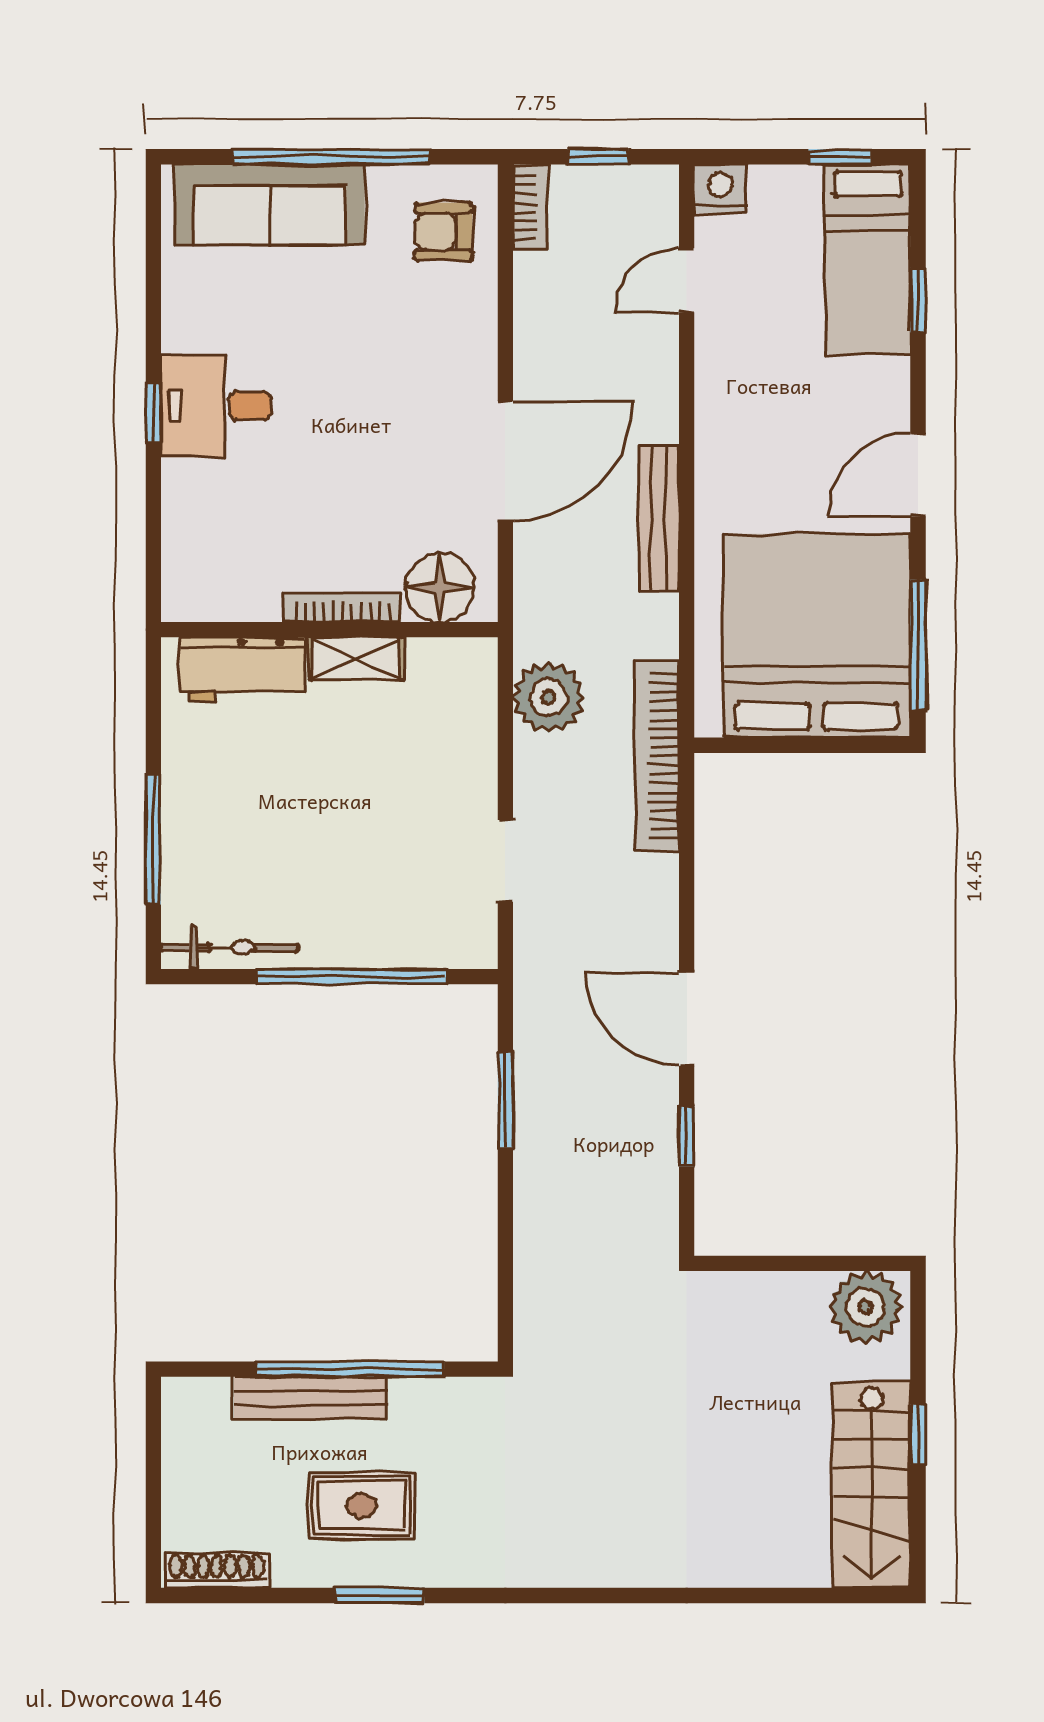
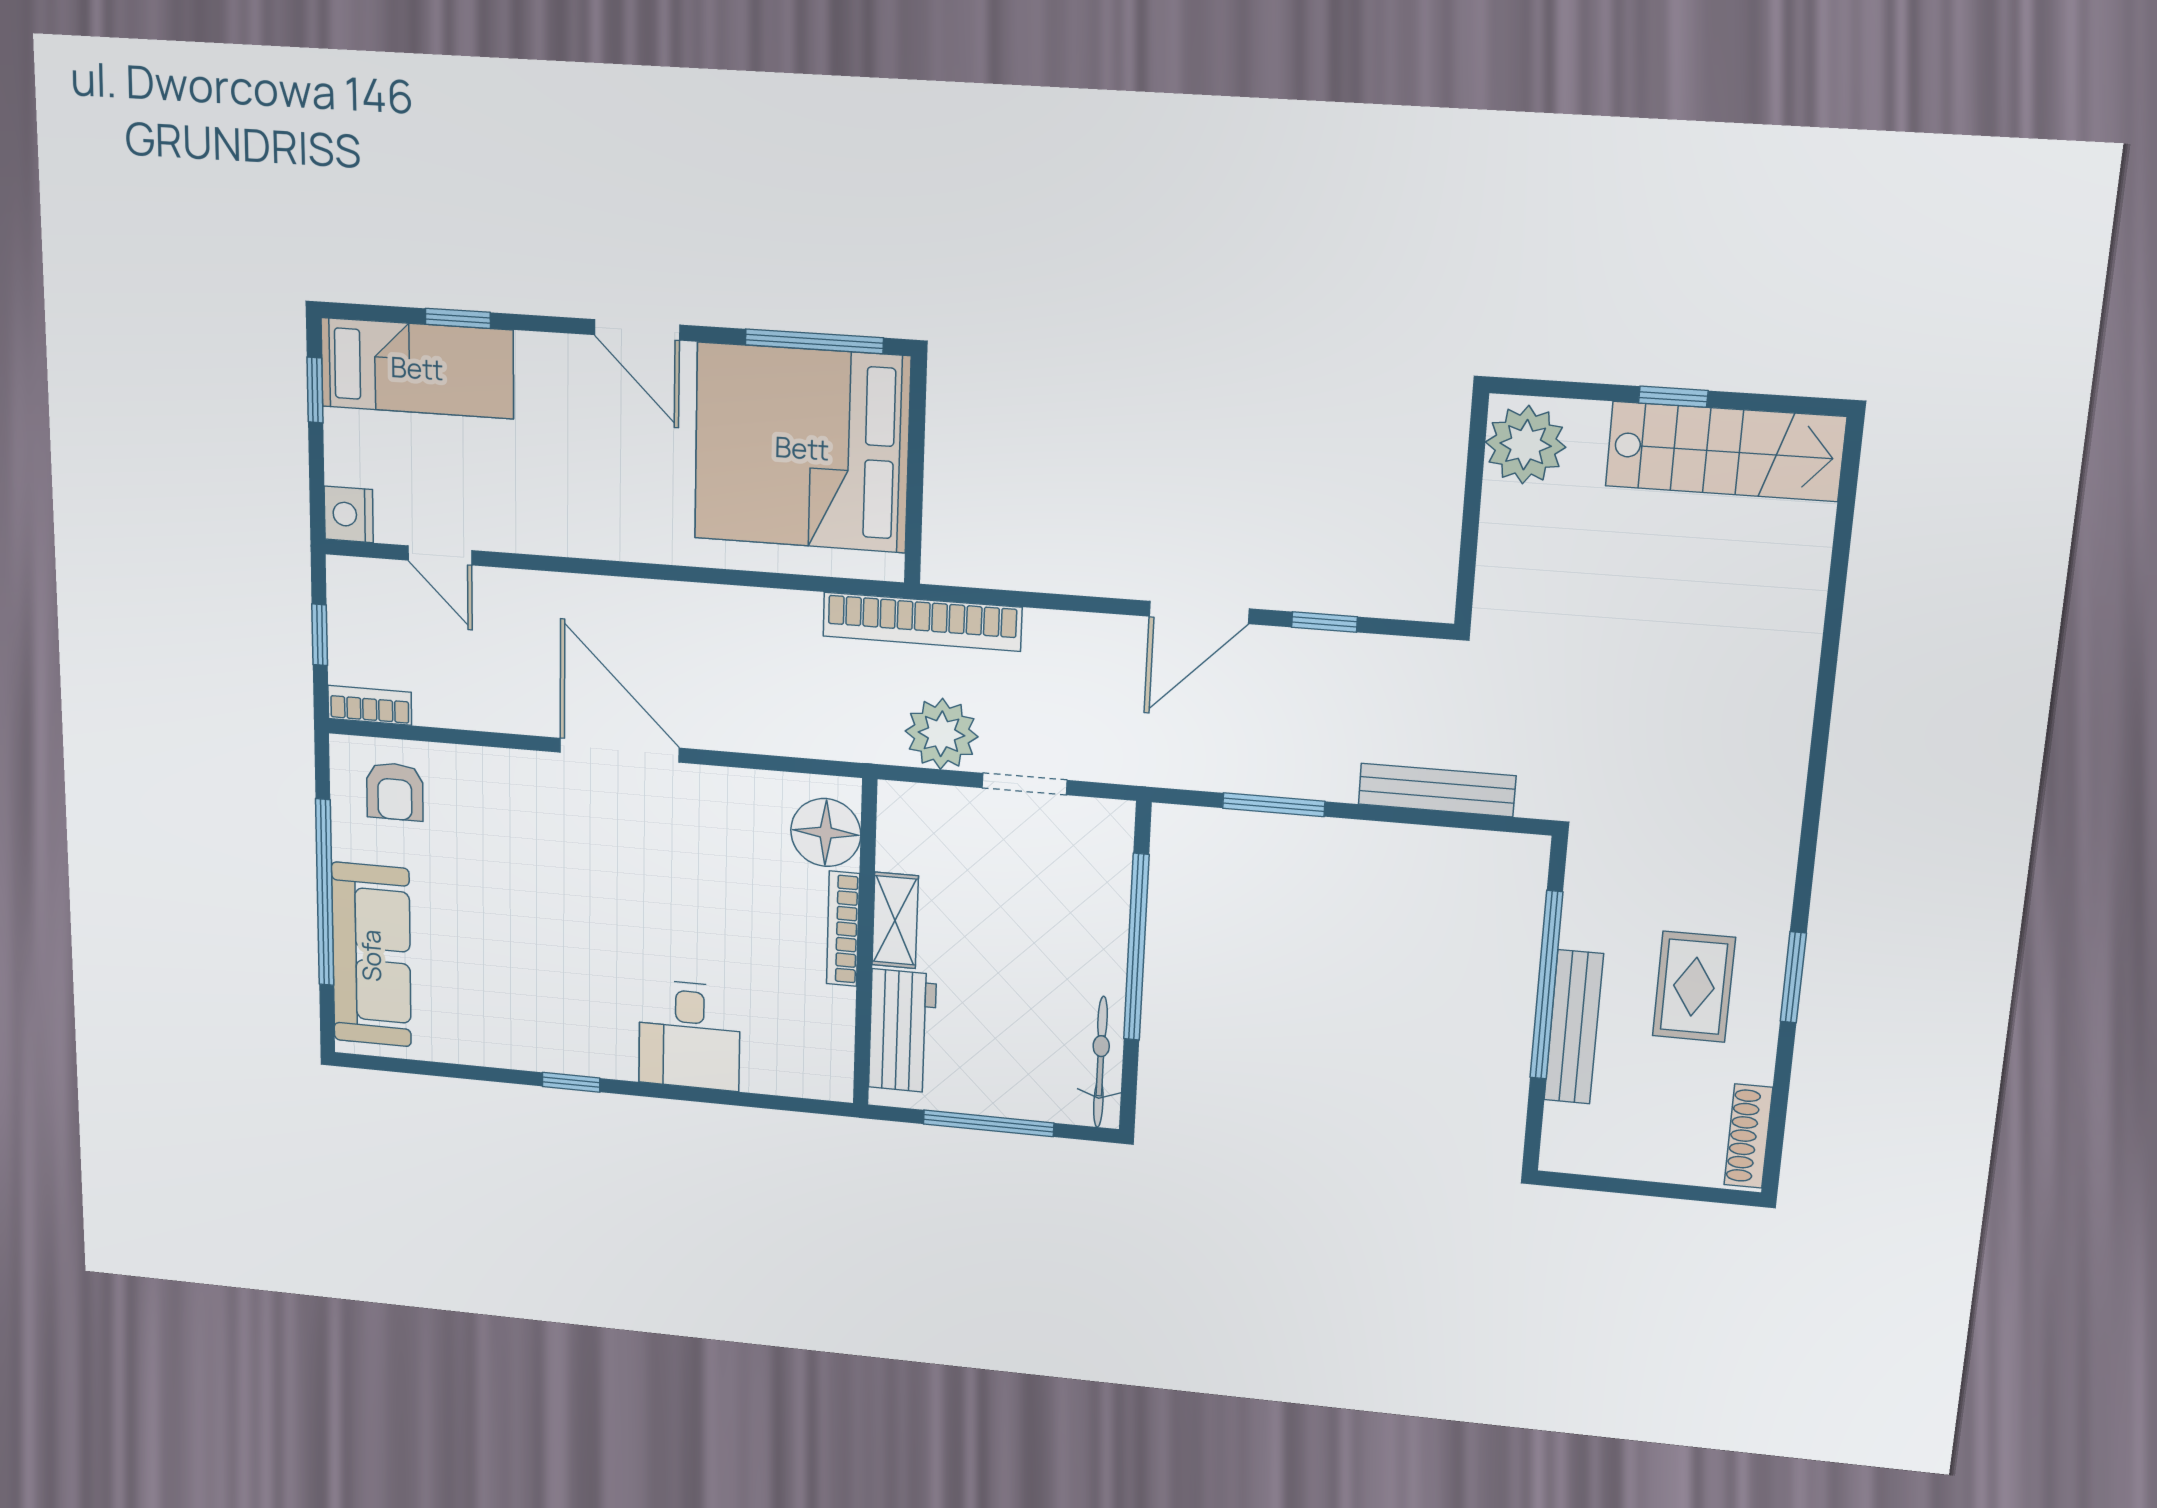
desk: (216, 406) -> (689, 1035), moved
bench: (659, 519) -> (1437, 790), moved
floor lamp: (440, 587) -> (826, 833), moved
bookcase: (342, 607) -> (843, 929), moved
wall: (329, 630) -> (865, 944), moved
shelving: (356, 659) -> (895, 920), moved
workbench: (242, 669) -> (902, 1031), moved
plant: (549, 697) -> (941, 734), moved

